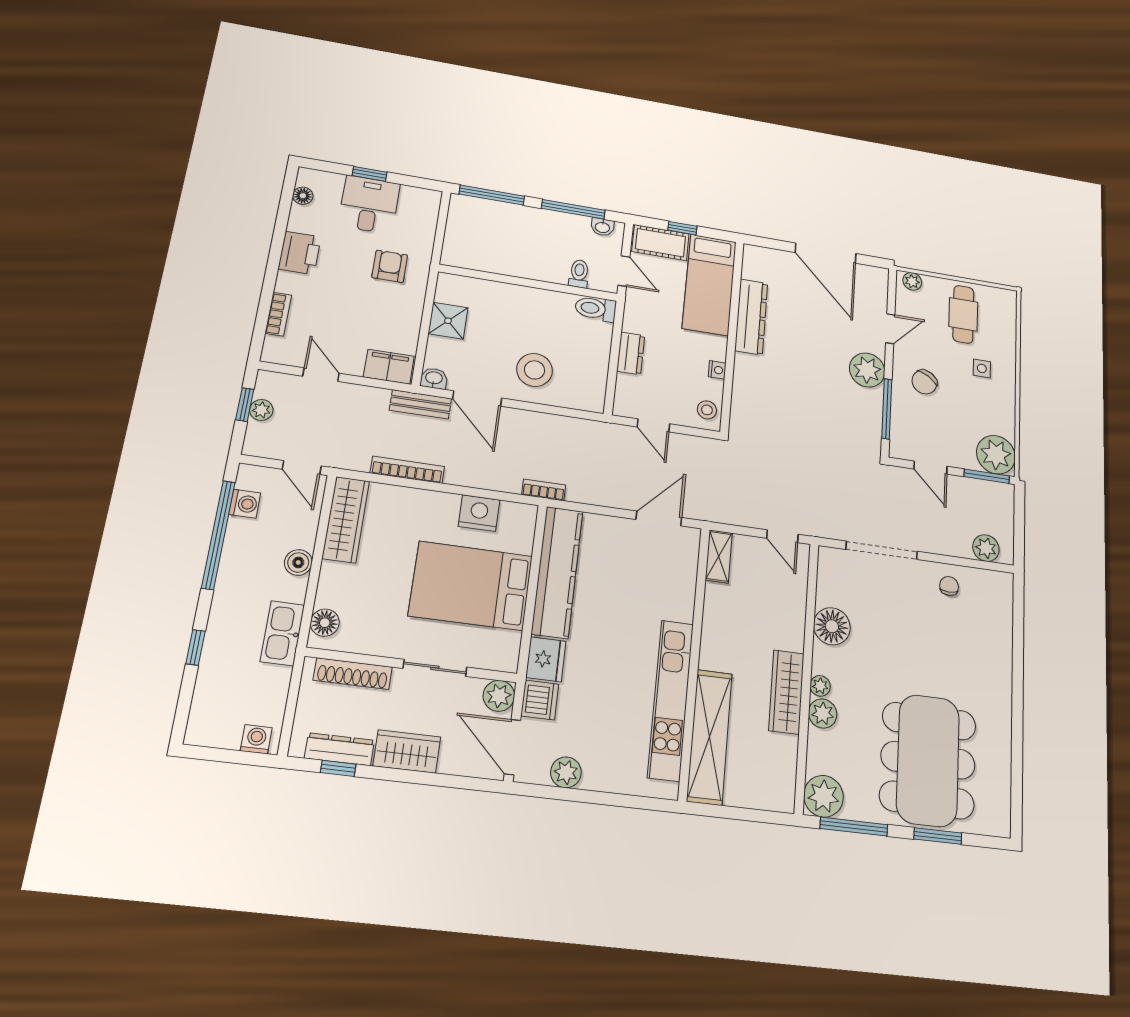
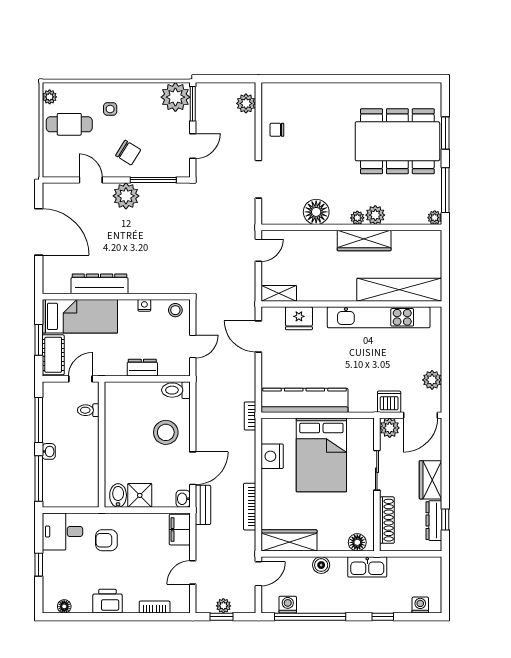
desk: (369, 205) -> (62, 532), moved
washbasin: (602, 227) -> (49, 451), moved
window: (682, 228) -> (39, 340), width x1.50
door: (826, 253) -> (39, 232), hinge flipped
plant: (912, 281) -> (50, 97), moved
bidet: (452, 292) -> (118, 495), added
toilet: (596, 309) -> (176, 390), moved, turned 90
doorway: (882, 550) -> (258, 179), width x0.73
fridge: (546, 659) -> (299, 318), moved, turned 180
washing machine: (256, 739) -> (420, 605), moved, turned 90
plant: (824, 796) -> (435, 218), width x0.53, depth x0.53

